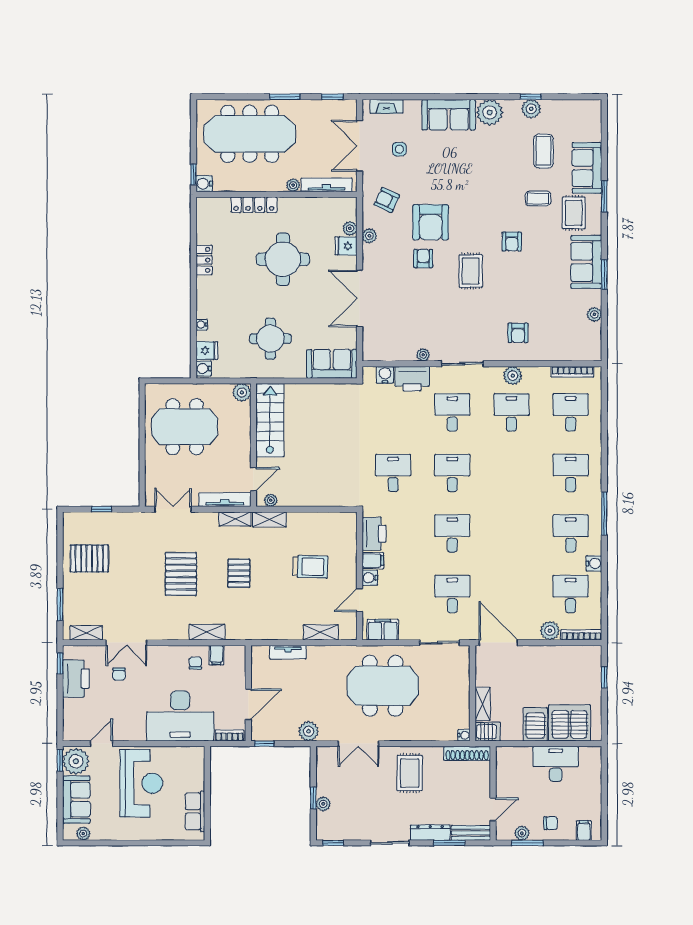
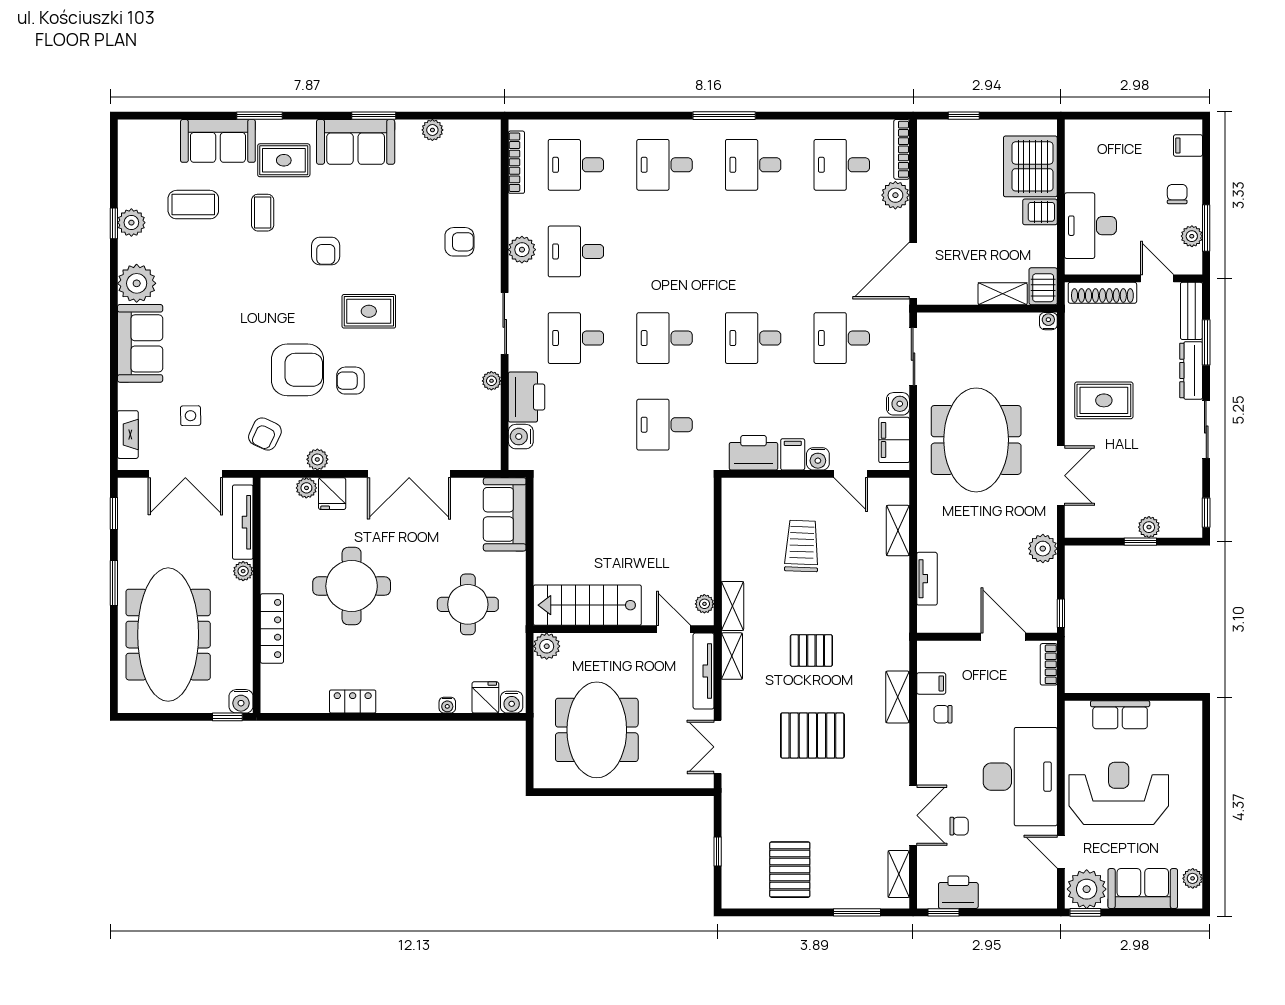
armchair: (512, 242) -> (326, 251), turned 90
water cooler: (594, 563) -> (898, 404), moved, turned 90
printer: (76, 679) -> (958, 892), width x0.73, depth x0.84
desk: (180, 716) -> (1020, 777), moved
server rack: (535, 724) -> (1040, 212), width x0.73, depth x0.70
shoe rack: (467, 753) -> (1102, 293), moved, turned 90
desk: (556, 764) -> (1090, 226), moved
row of seats: (195, 811) -> (1120, 715), moved

